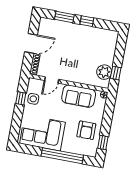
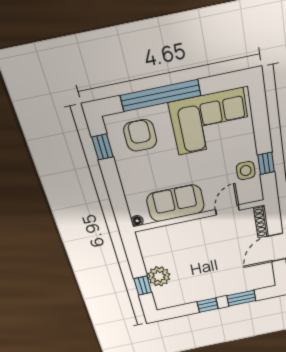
plant: (104, 72) -> (159, 276), moved
window: (116, 73) -> (143, 286), moved
armchair: (86, 130) -> (140, 135), moved

